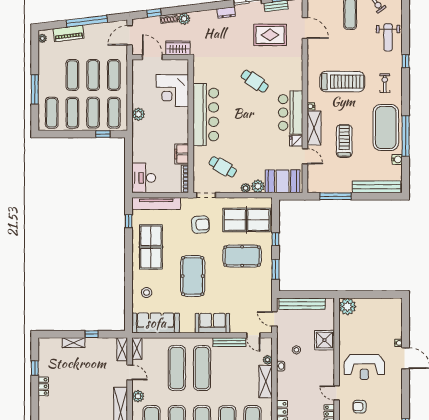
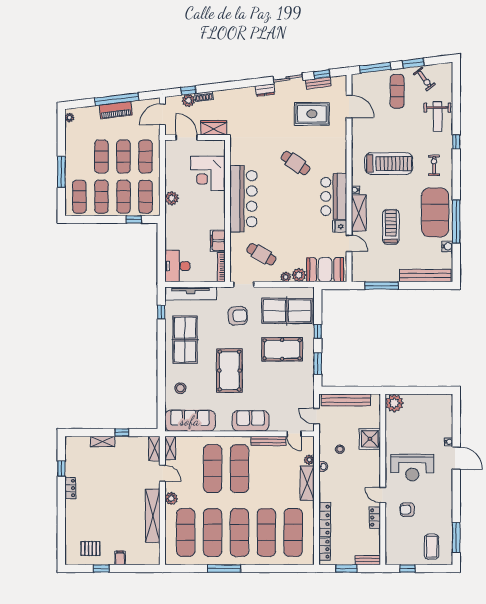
plant: (184, 19) -> (188, 100), moved
piano: (69, 33) -> (116, 110), moved

